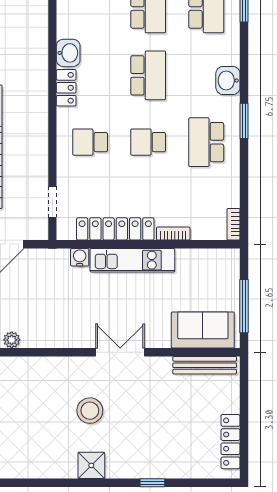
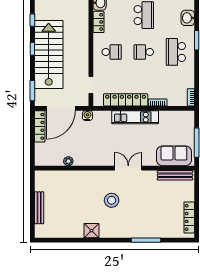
school desk: (90, 142) -> (112, 52), turned 180
water cooler: (80, 257) -> (87, 116), moved
shower: (91, 465) -> (91, 231), moved
window: (152, 483) -> (146, 240), width x2.17

